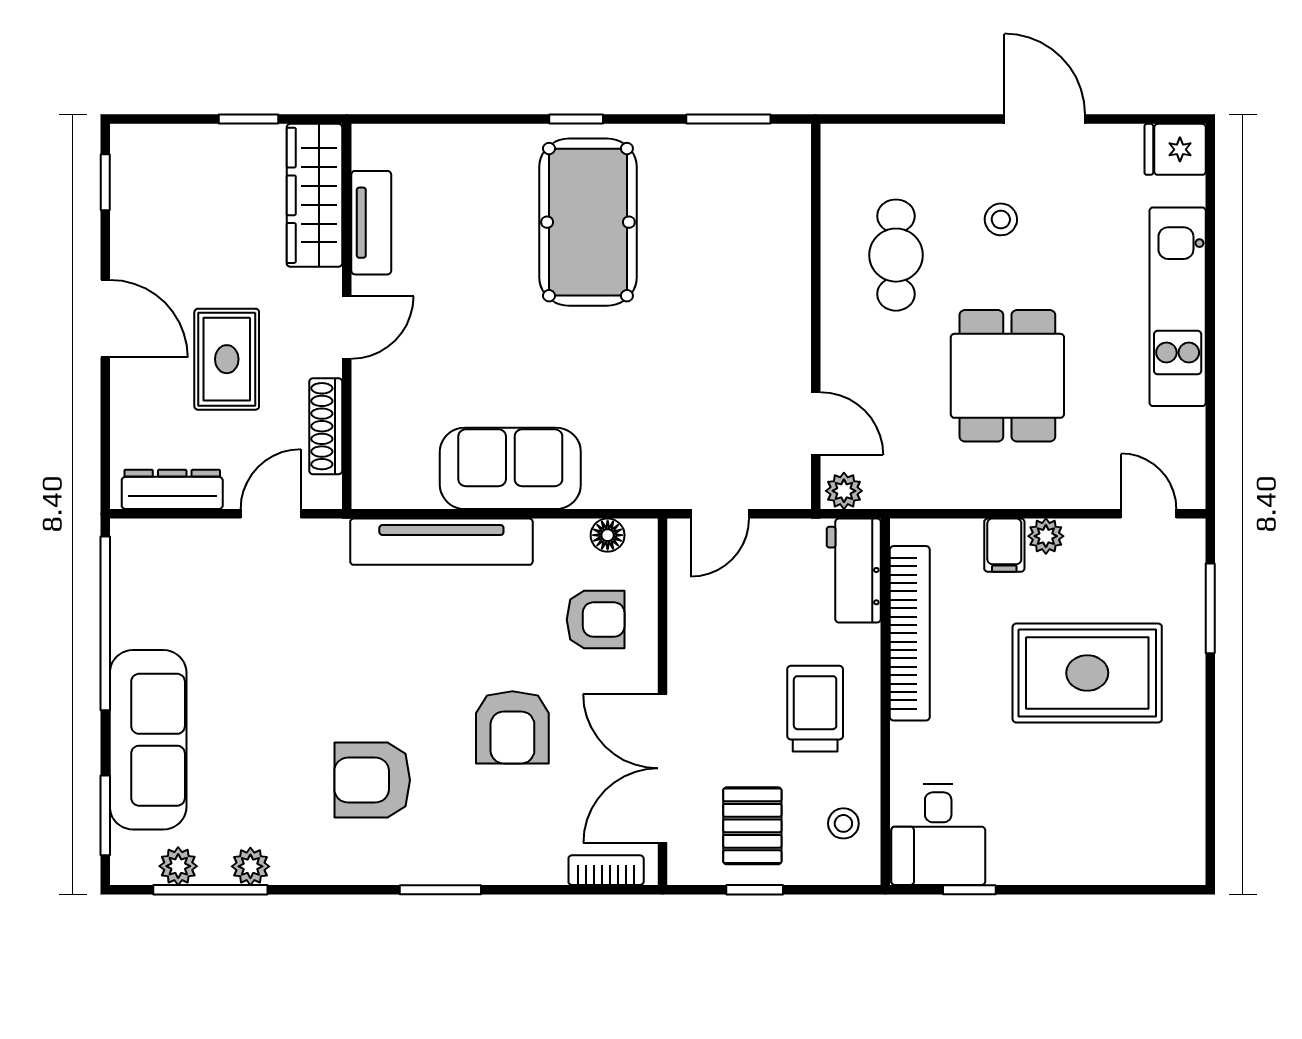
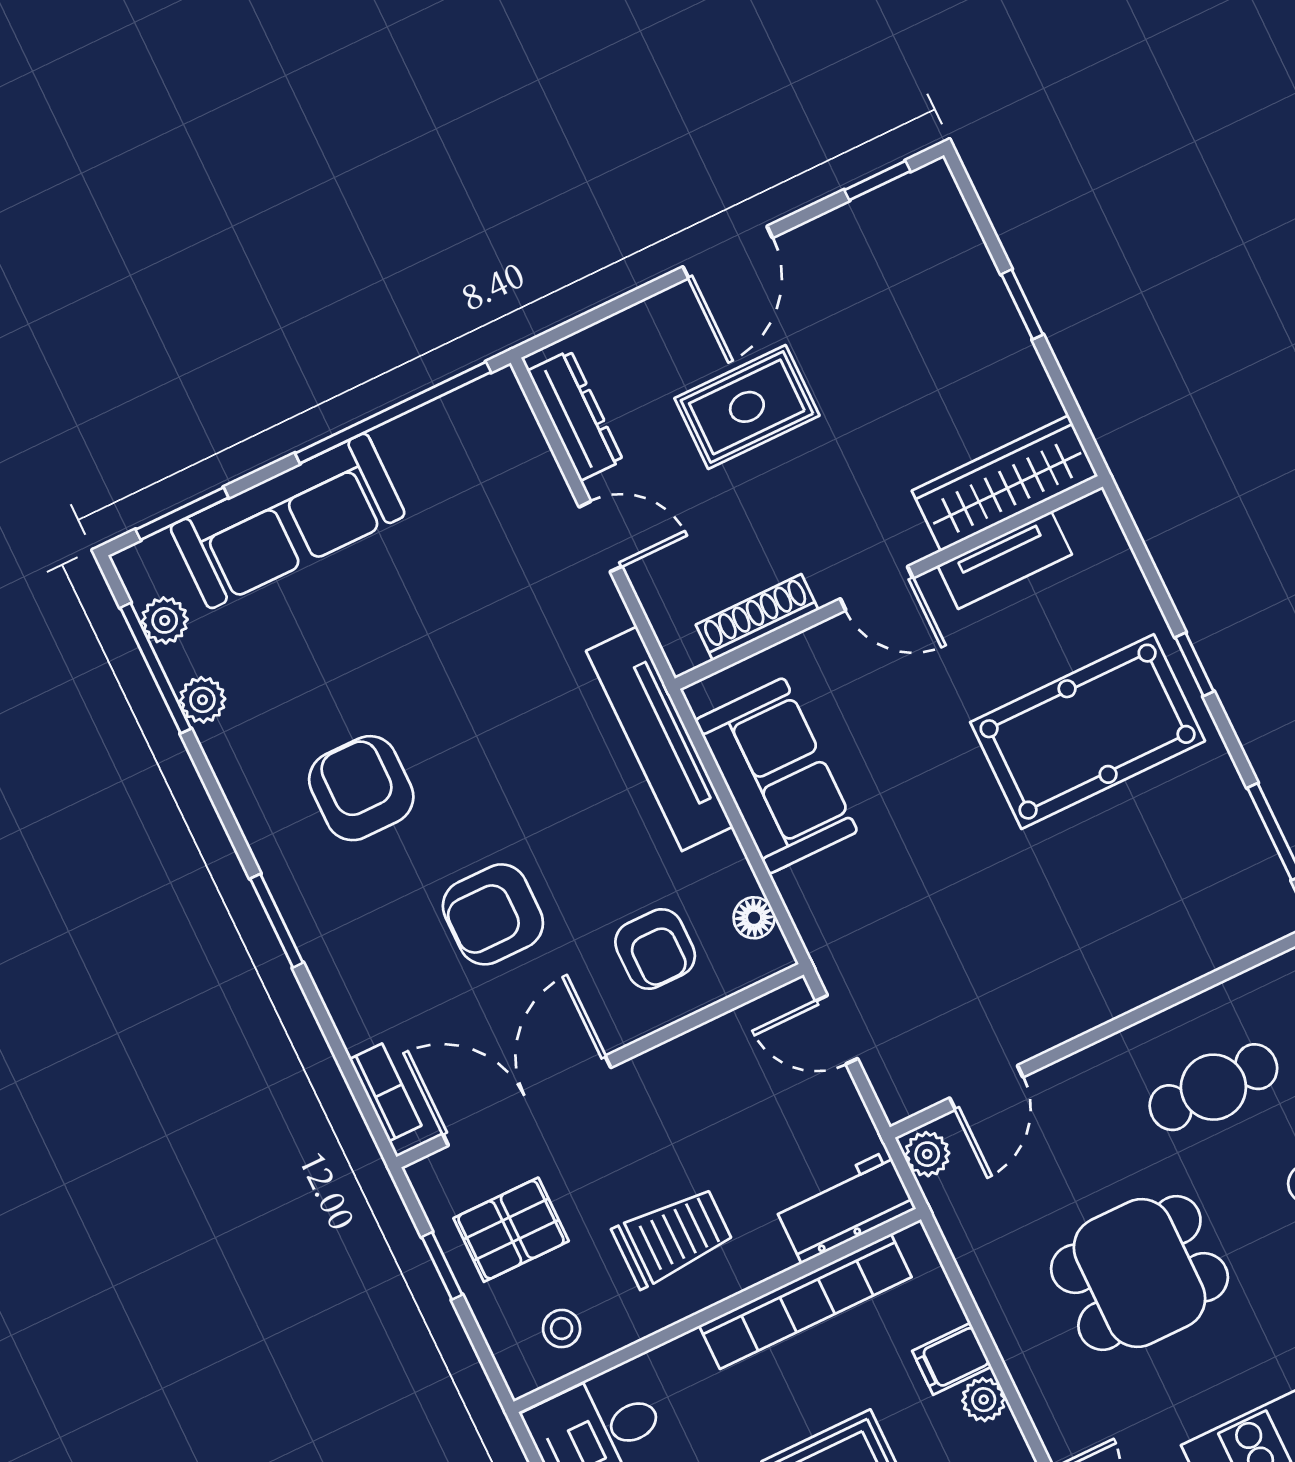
wardrobe: (314, 195) -> (1005, 483), moved
tv unit: (371, 223) -> (1005, 560), moved
wall: (347, 316) -> (889, 583), moved
door: (347, 328) -> (877, 588), moved
shoe rack: (326, 426) -> (757, 617), moved

